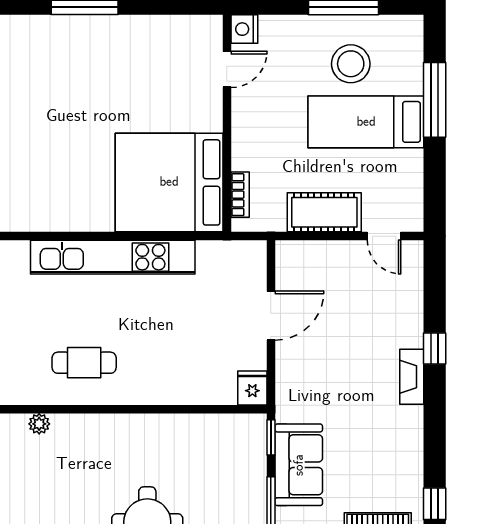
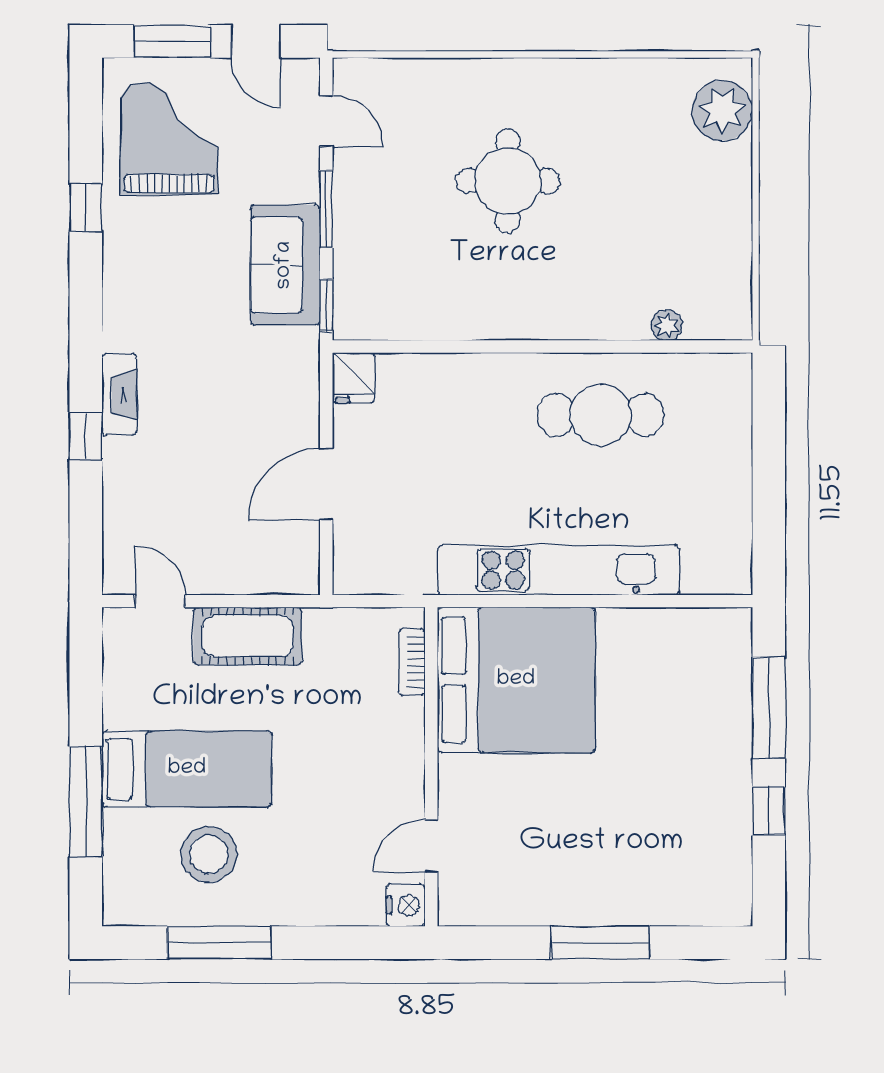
nightstand: (244, 29) -> (406, 905), moved
door: (227, 69) -> (431, 846), moved
wall: (227, 123) -> (431, 767), moved
bed: (169, 182) -> (516, 680), moved
bookcase: (240, 195) -> (412, 662), moved
cafe table: (84, 363) -> (601, 415), width x1.37, depth x1.35

